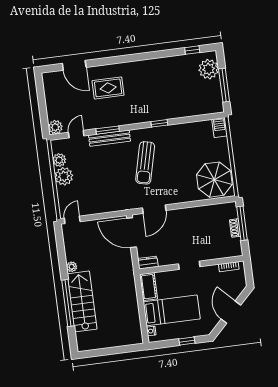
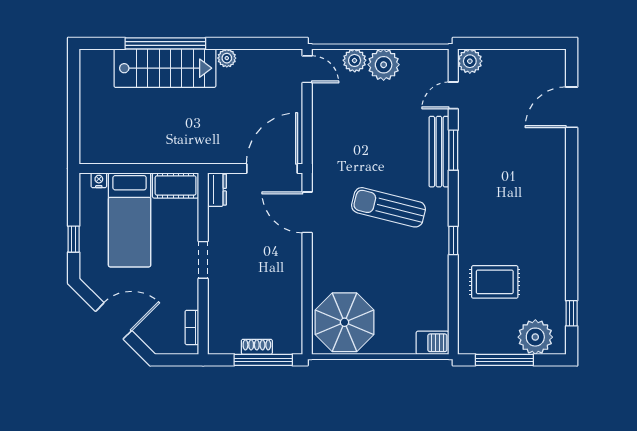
rug: (108, 88) -> (495, 282), moved, turned 90
door: (76, 134) -> (453, 95), swing flipped
plant: (59, 160) -> (355, 60), moved

